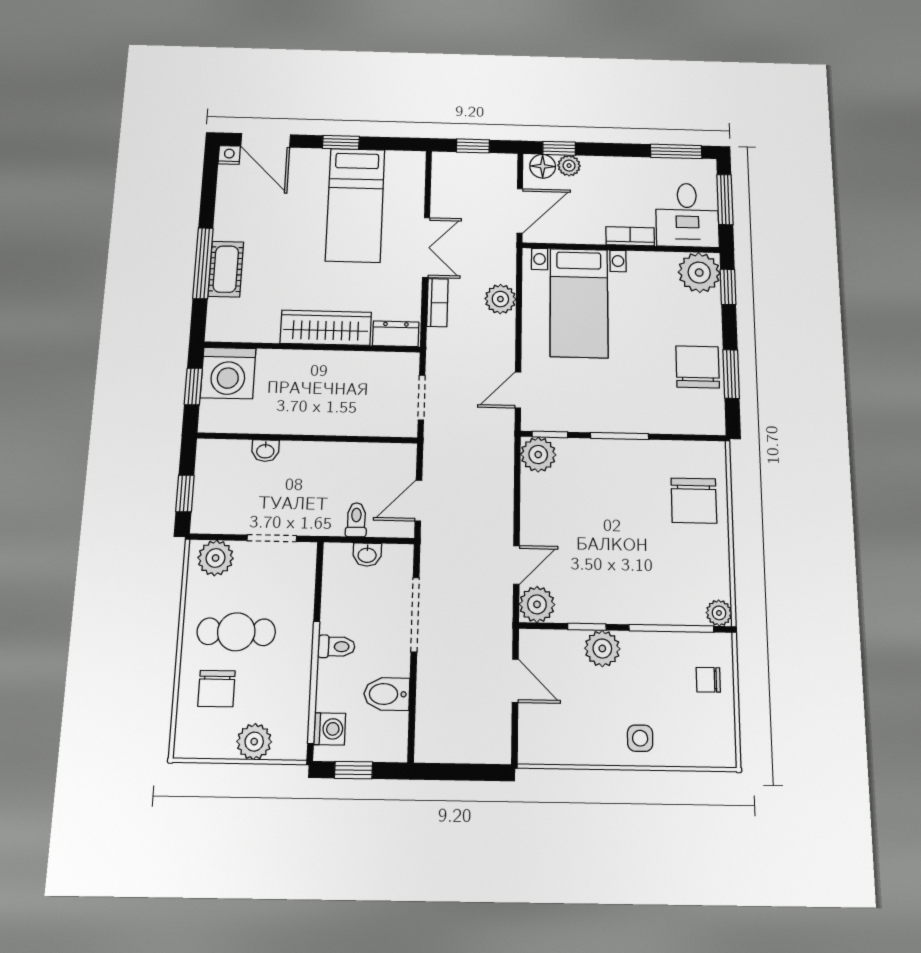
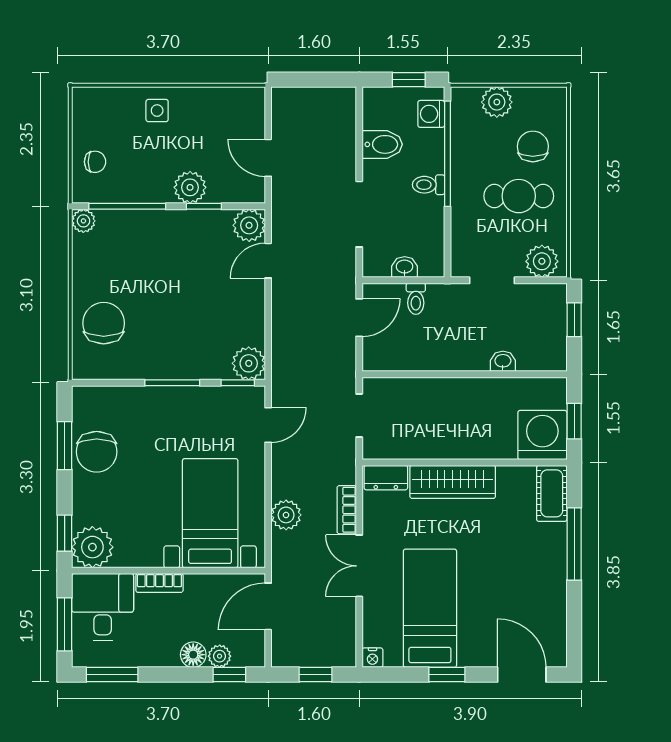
nightstand: (229, 155) -> (372, 658), moved
floor lamp: (543, 166) -> (193, 655), moved
cot: (226, 269) -> (552, 493), moved

